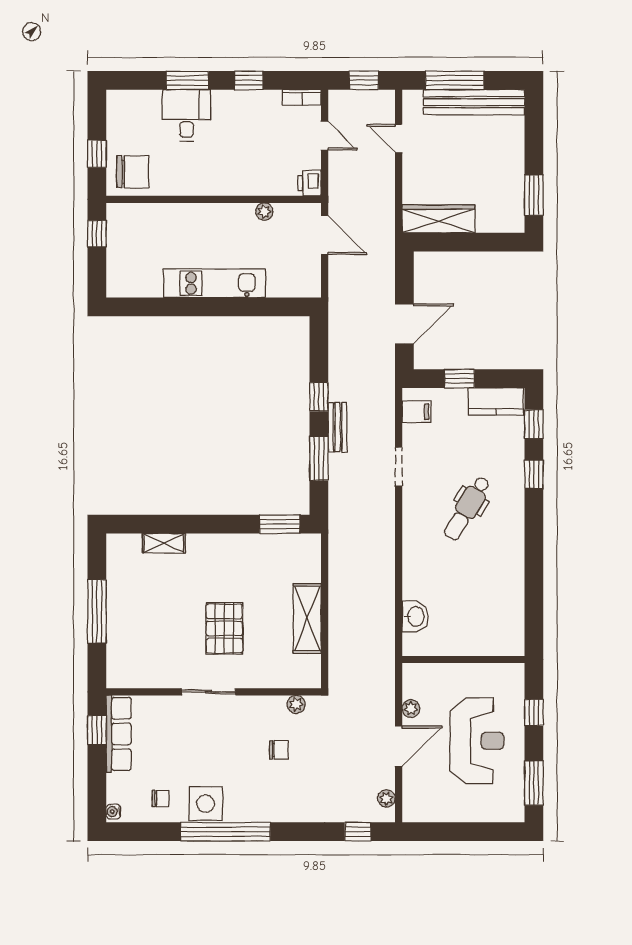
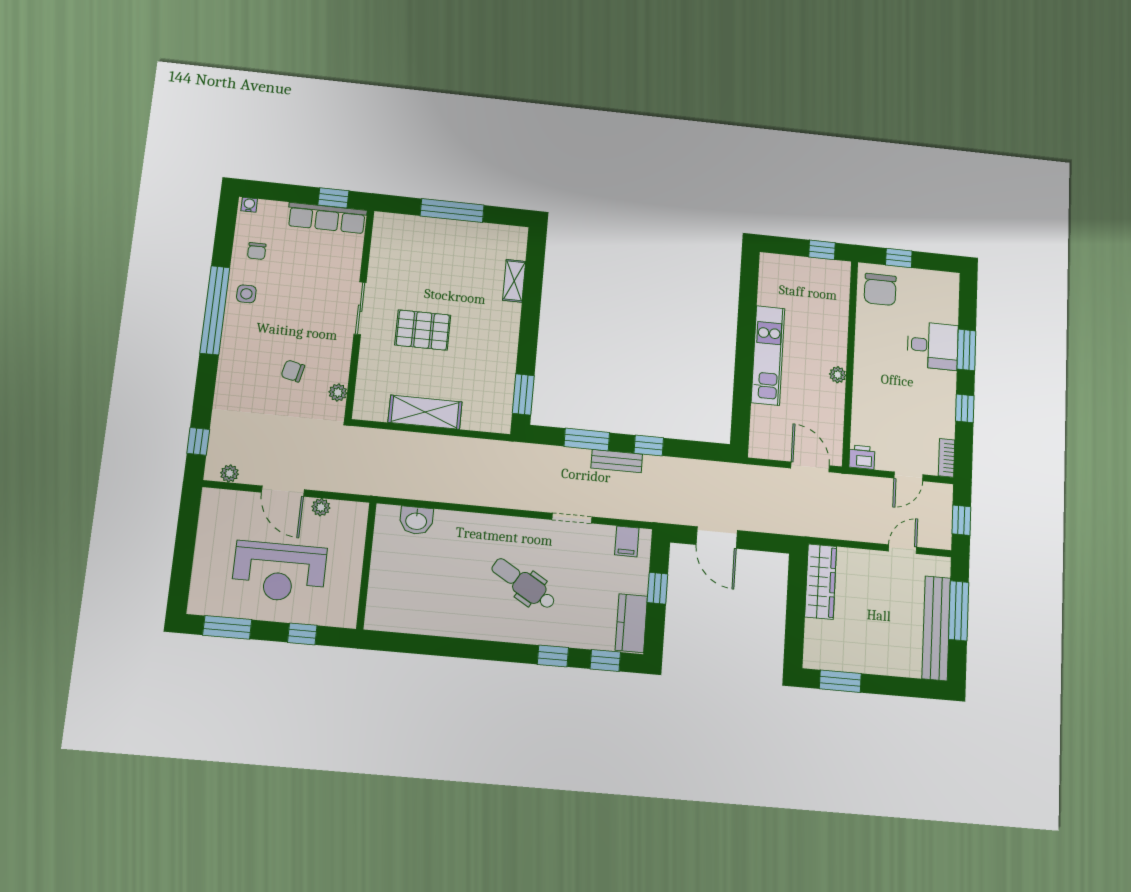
plant: (264, 212) -> (838, 375), moved
door: (325, 235) -> (810, 467), swing flipped
chair: (279, 750) -> (293, 371), turned 103
side table: (206, 804) -> (246, 294), width x0.54, depth x0.54

